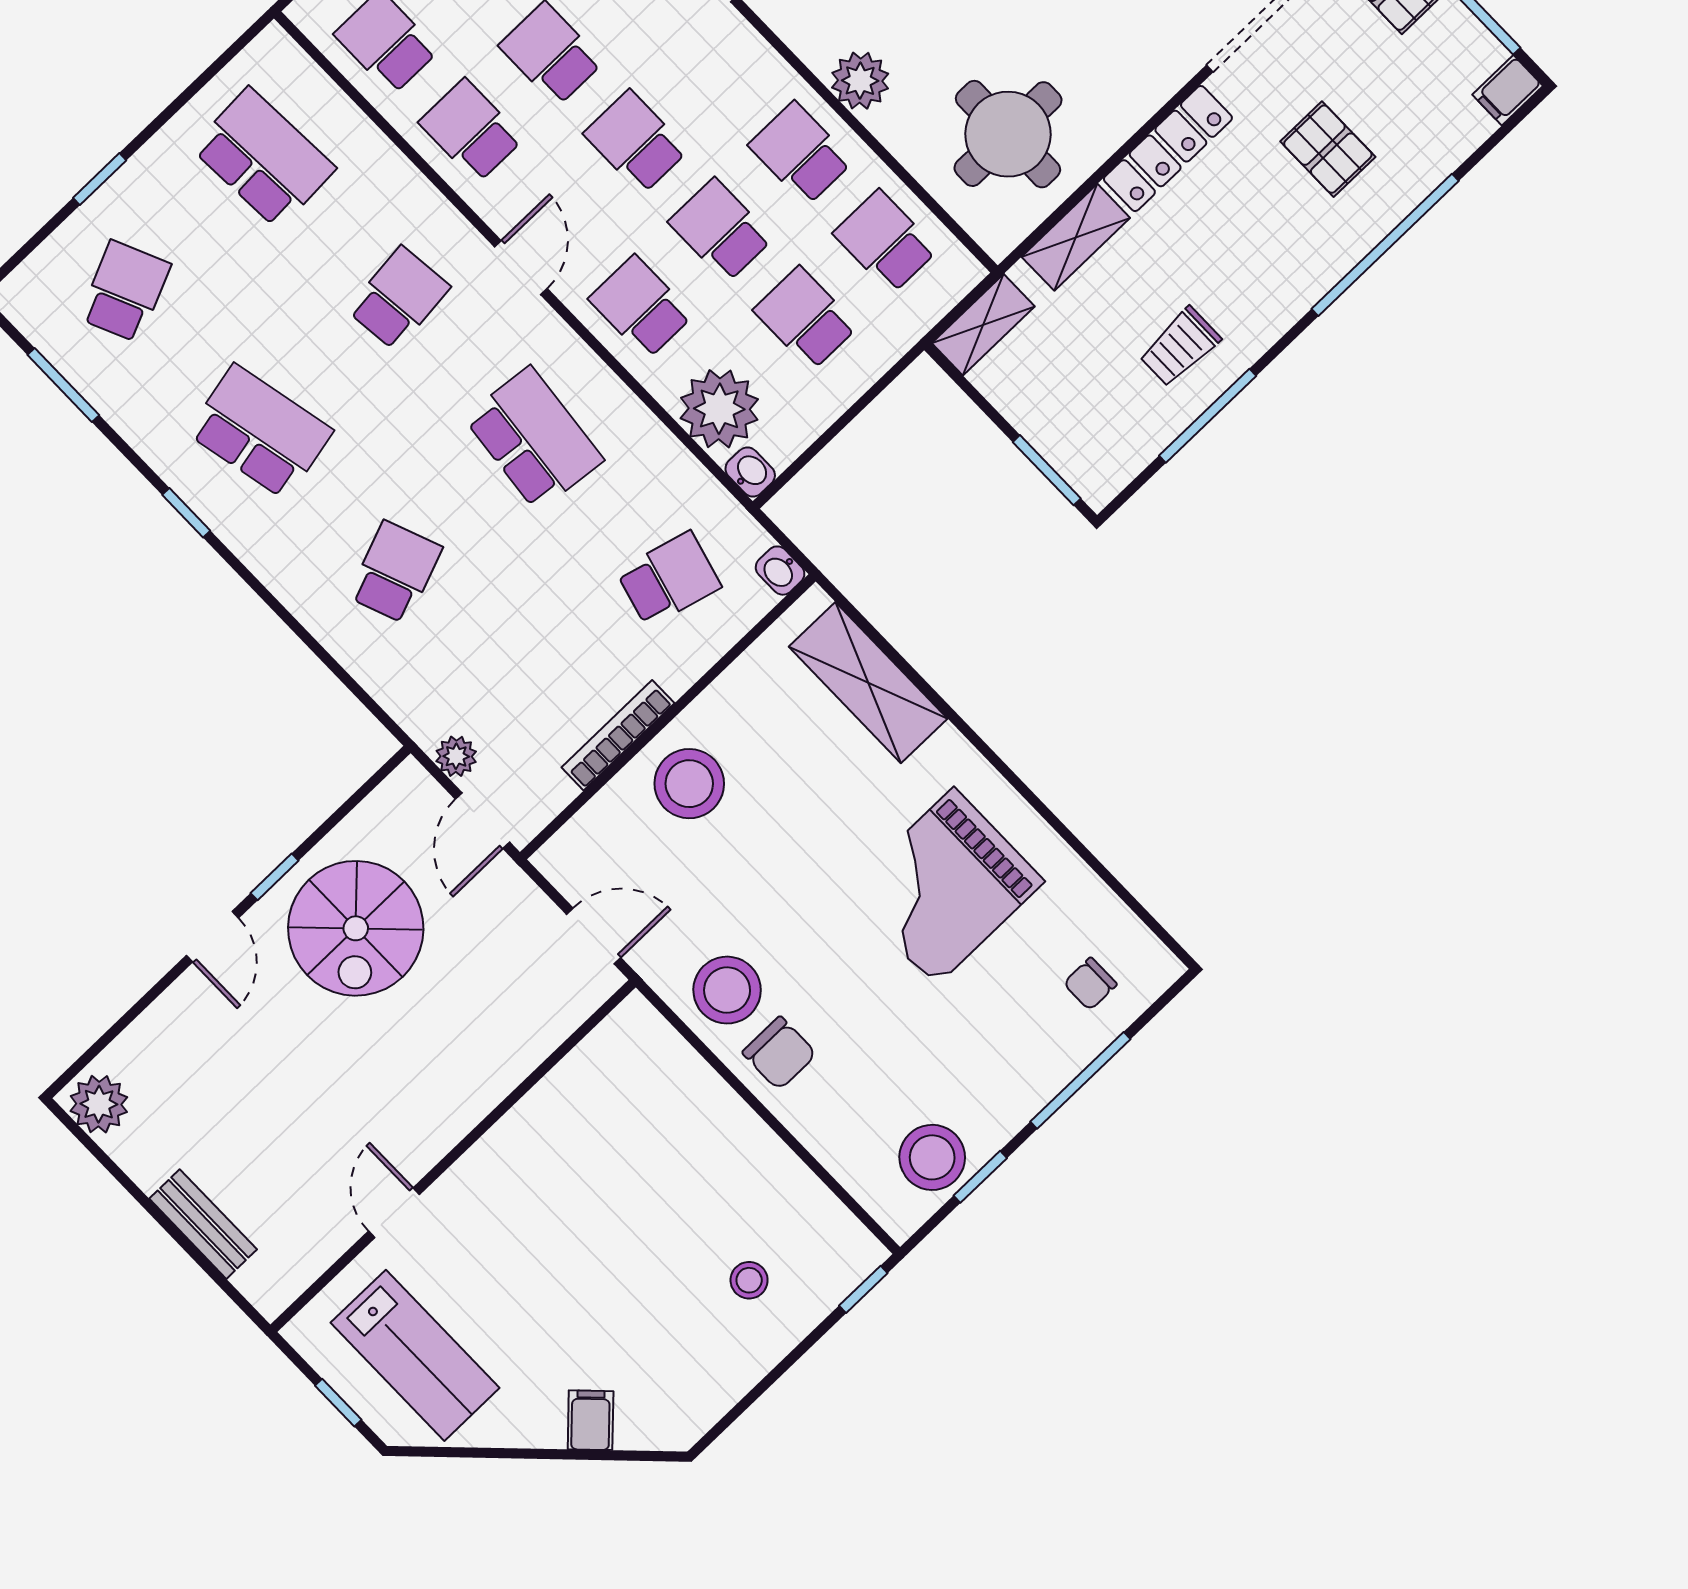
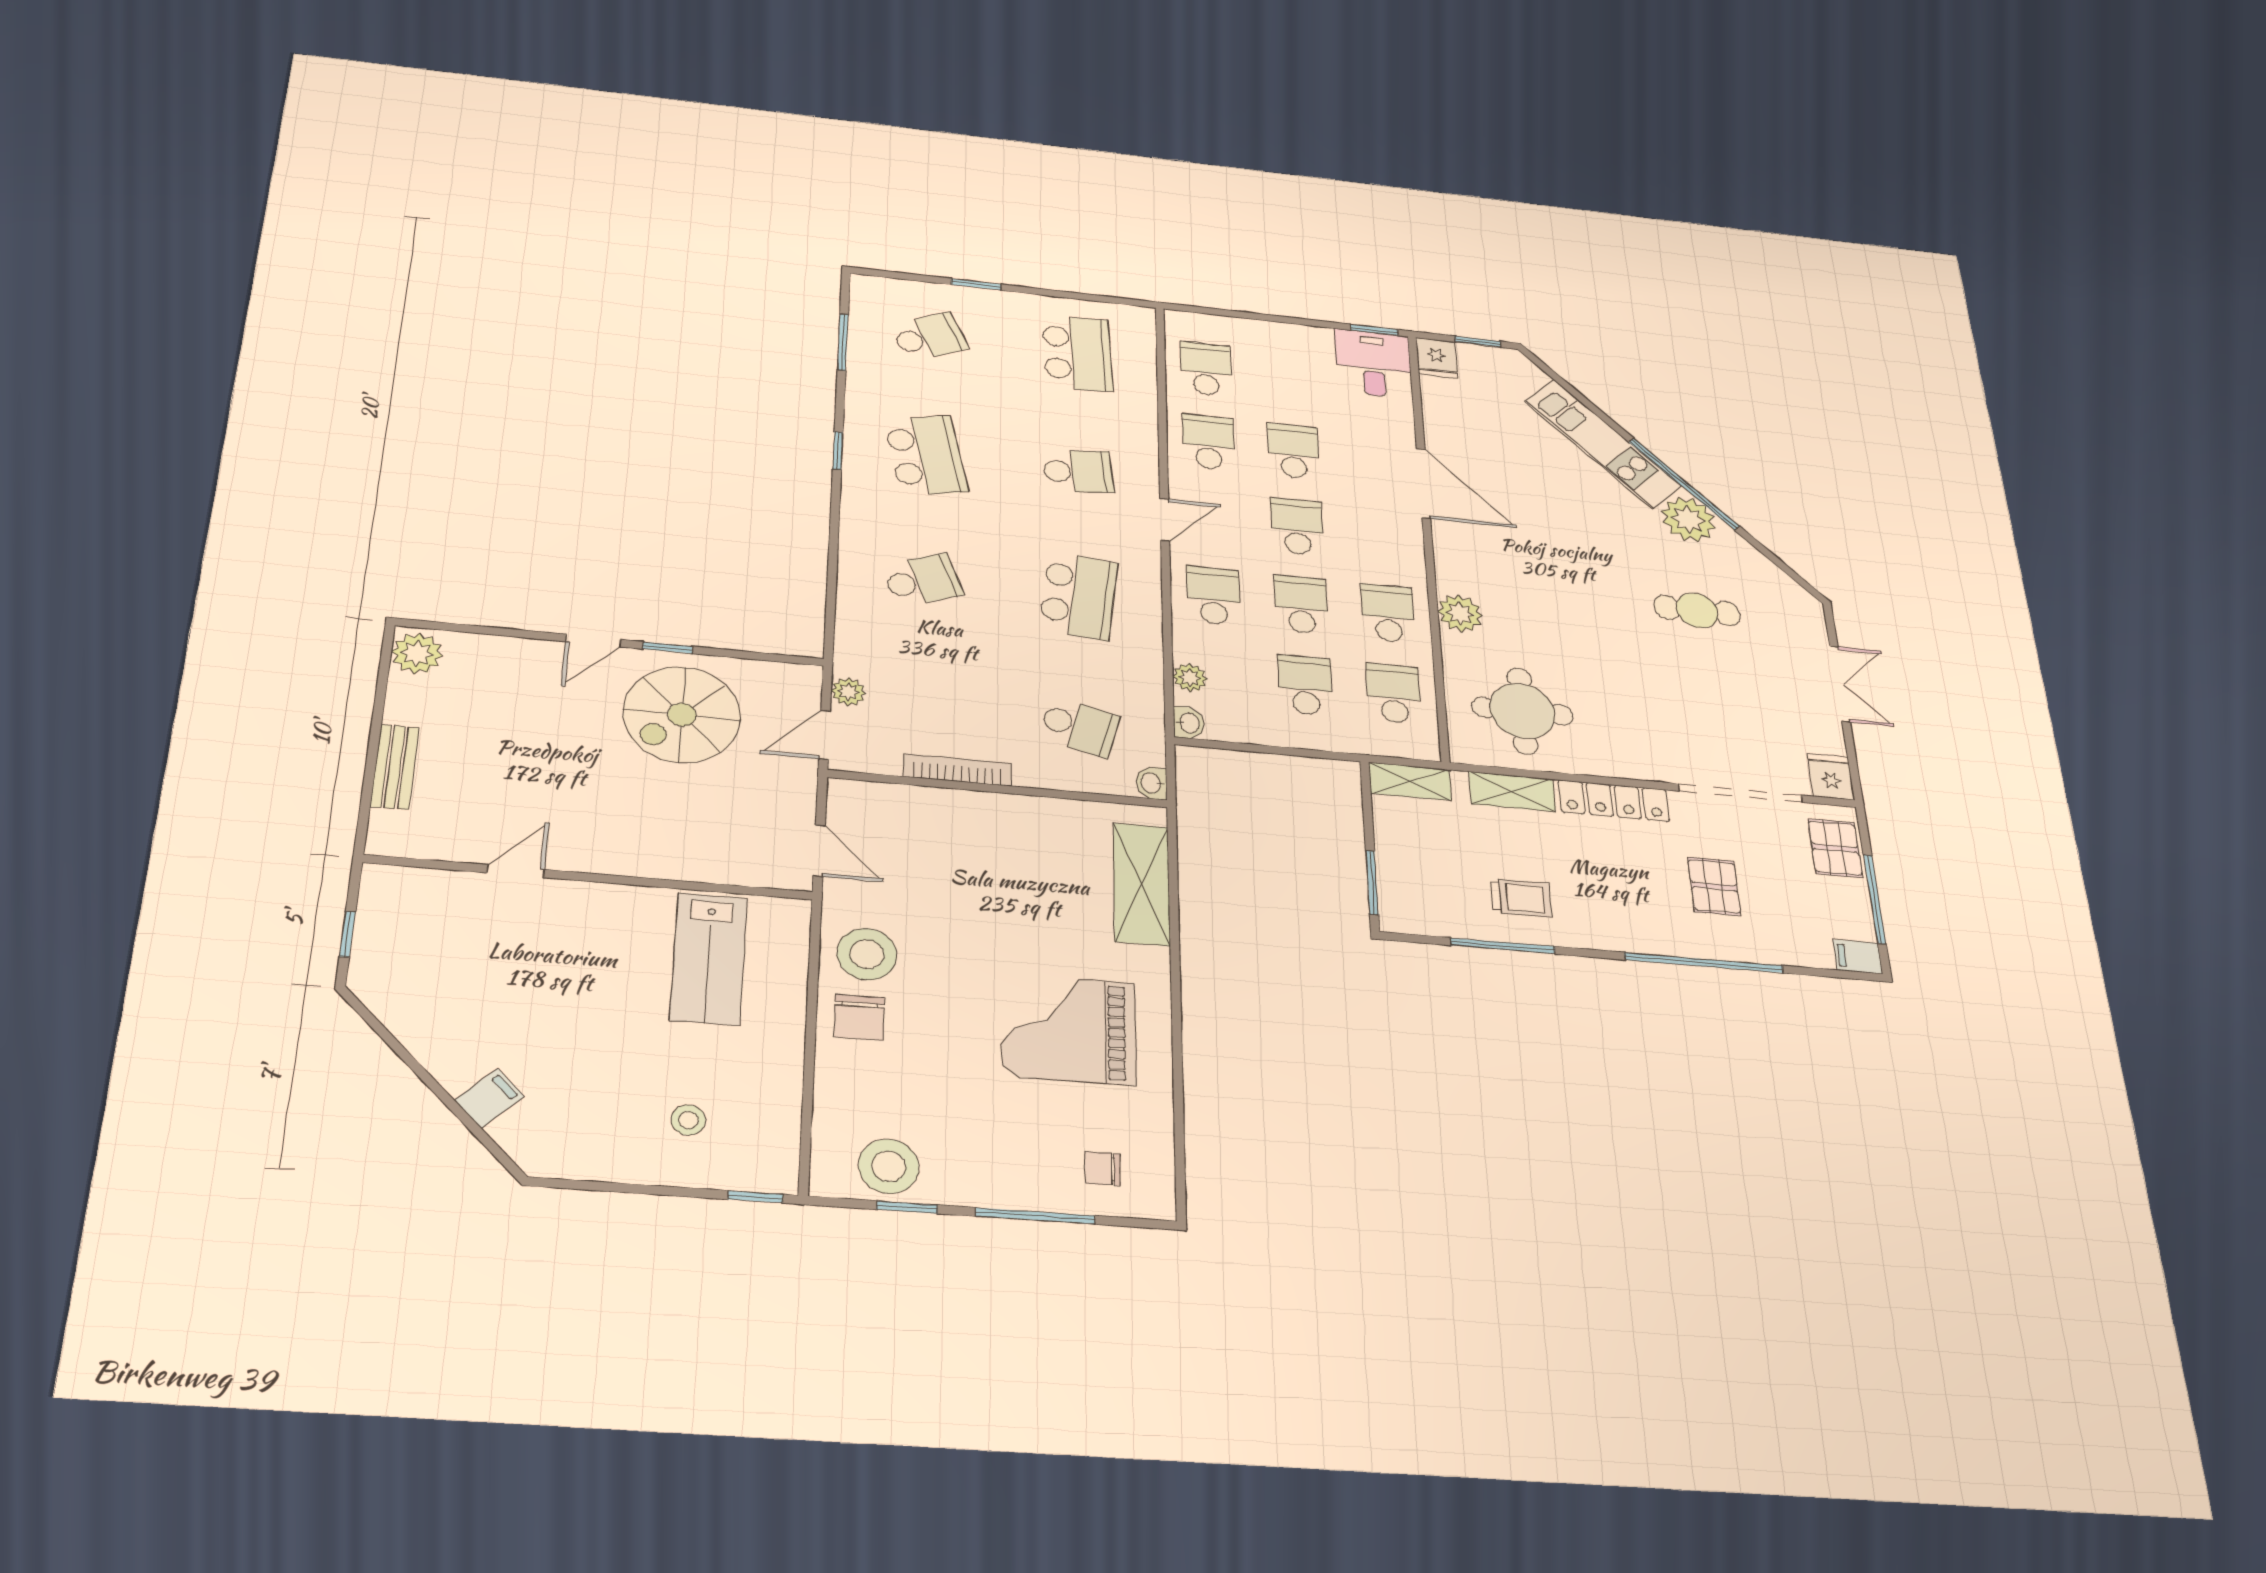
trolley: (1180, 347) -> (1521, 898), turned 180
plant: (719, 409) -> (1190, 678), width x0.53, depth x0.53
stool: (689, 784) -> (972, 832), removed
lab bench: (415, 1355) -> (709, 959), moved

